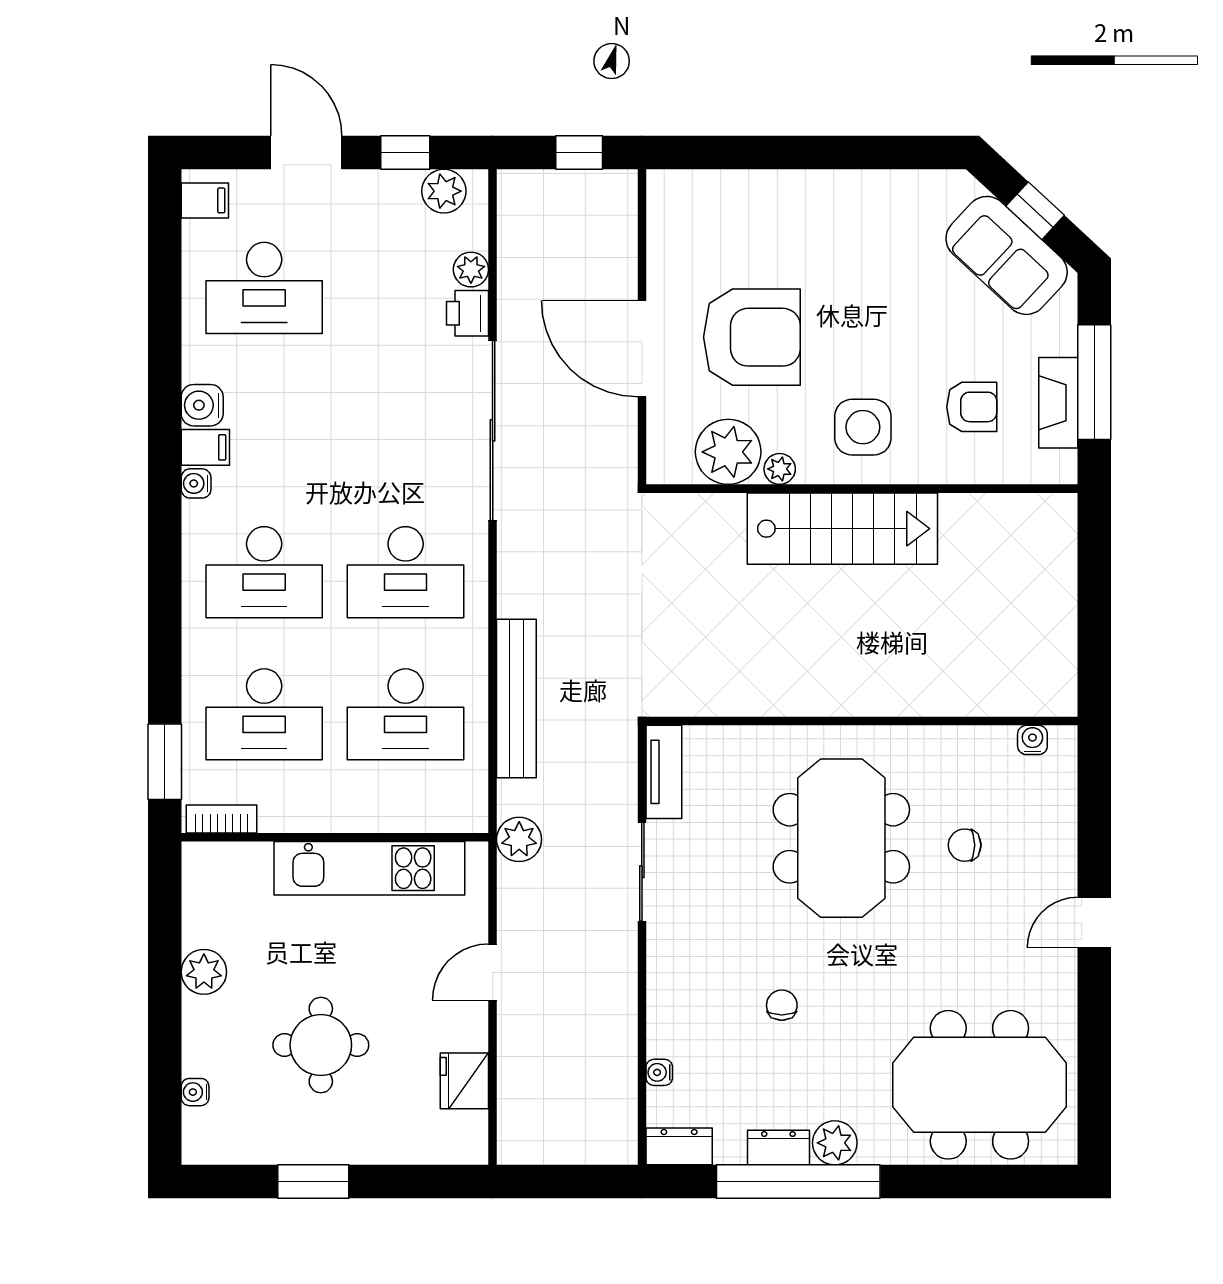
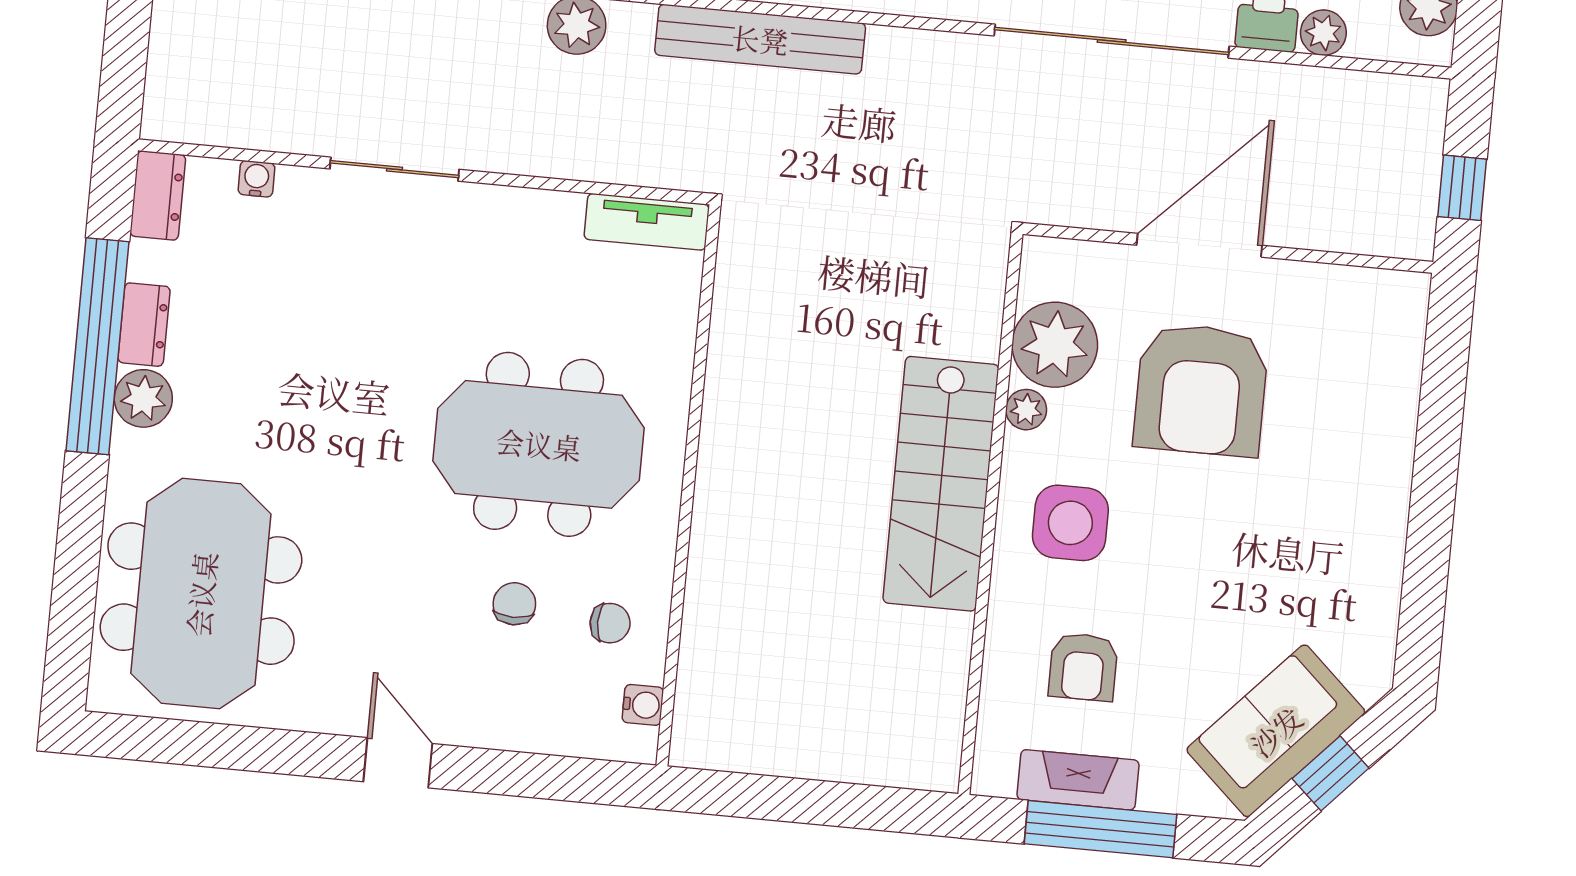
sliding door: (642, 872) -> (395, 169), moved
chair: (782, 1005) -> (610, 623), moved

